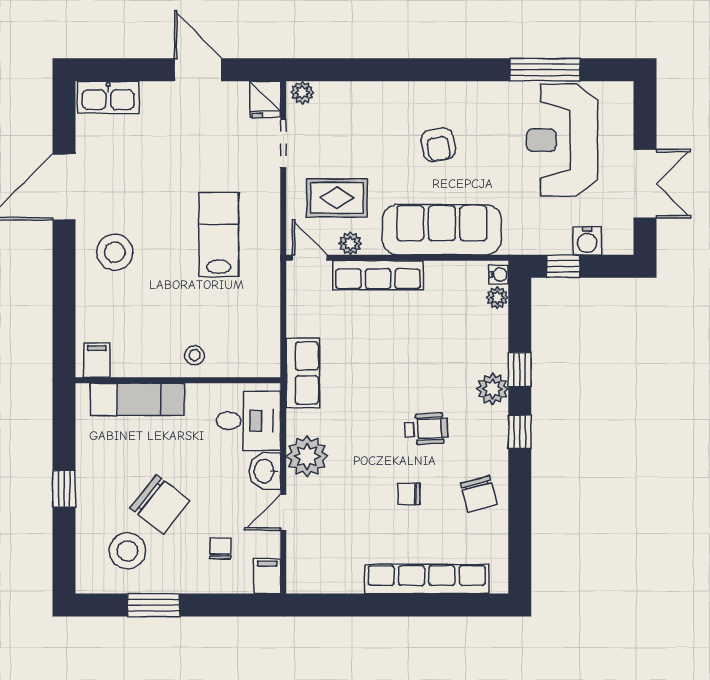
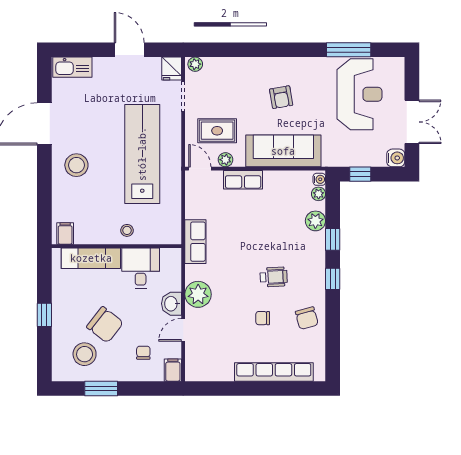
reception desk: (562, 140) -> (359, 94), turned 180
lab bench: (219, 235) -> (142, 154), width x1.86, depth x1.39
water cooler: (587, 241) -> (396, 158), moved, turned -90
row of seats: (378, 275) -> (243, 180), width x0.68
plant: (492, 389) -> (315, 221), moved
desk: (248, 421) -> (141, 268), moved, turned -90

